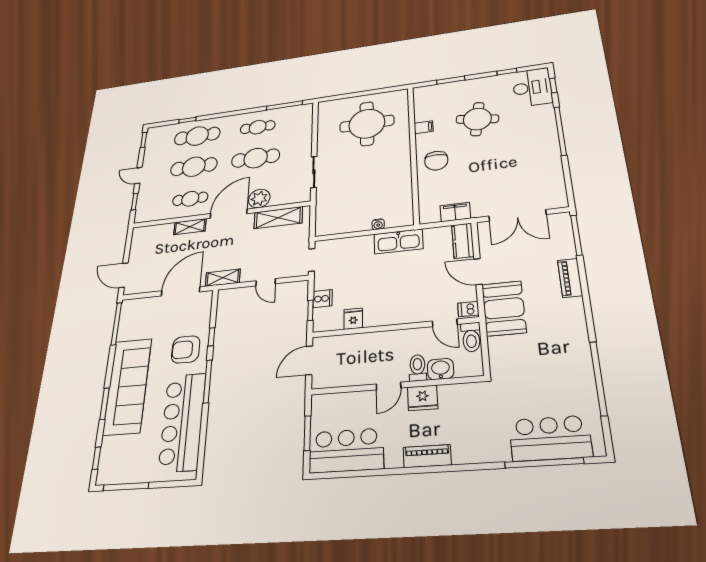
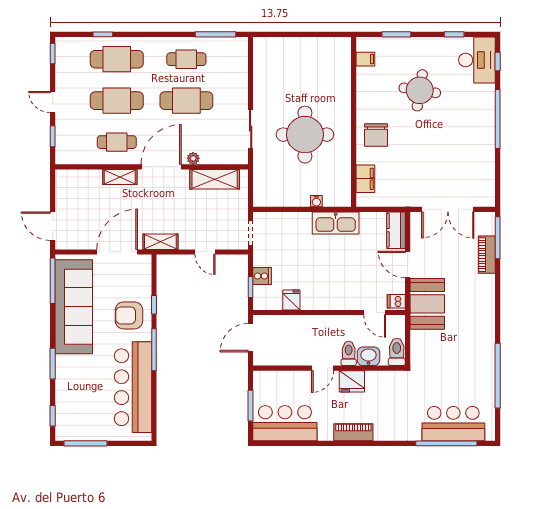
round table: (367, 124) -> (305, 135), moved
filing cabinet: (424, 127) -> (365, 59), moved
plant: (259, 199) -> (193, 158), width x0.53, depth x0.53
filing cabinet: (455, 212) -> (365, 179), moved, turned 90
piano: (570, 278) -> (487, 255), moved
toilet: (471, 337) -> (397, 352), moved, turned 180
sofa: (127, 386) -> (74, 307), moved

